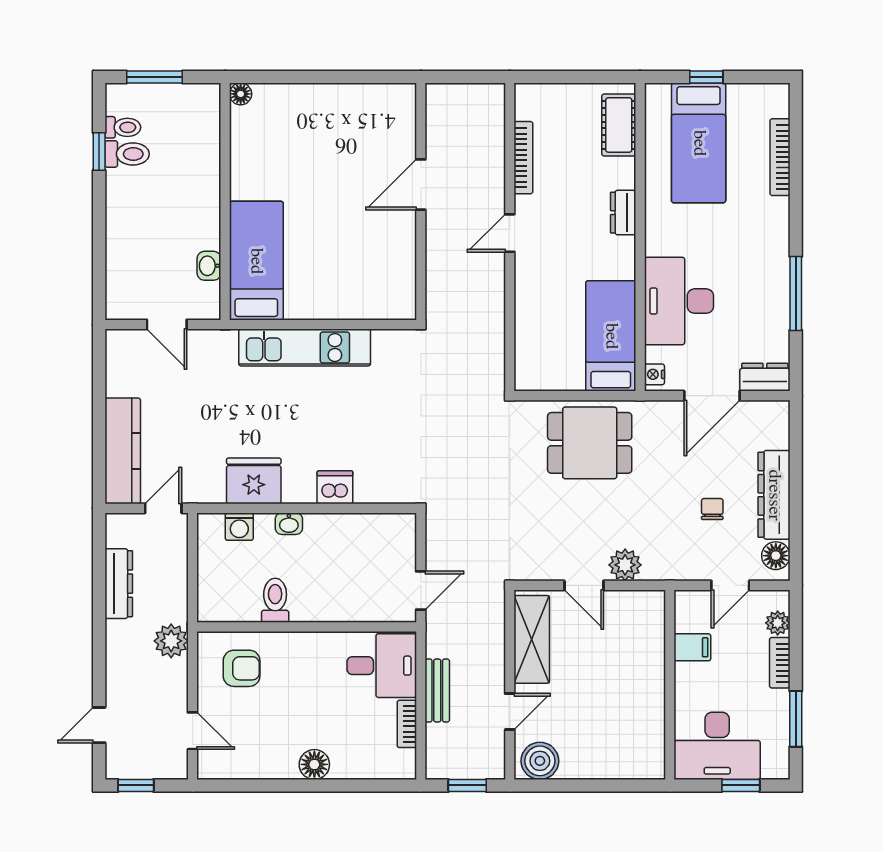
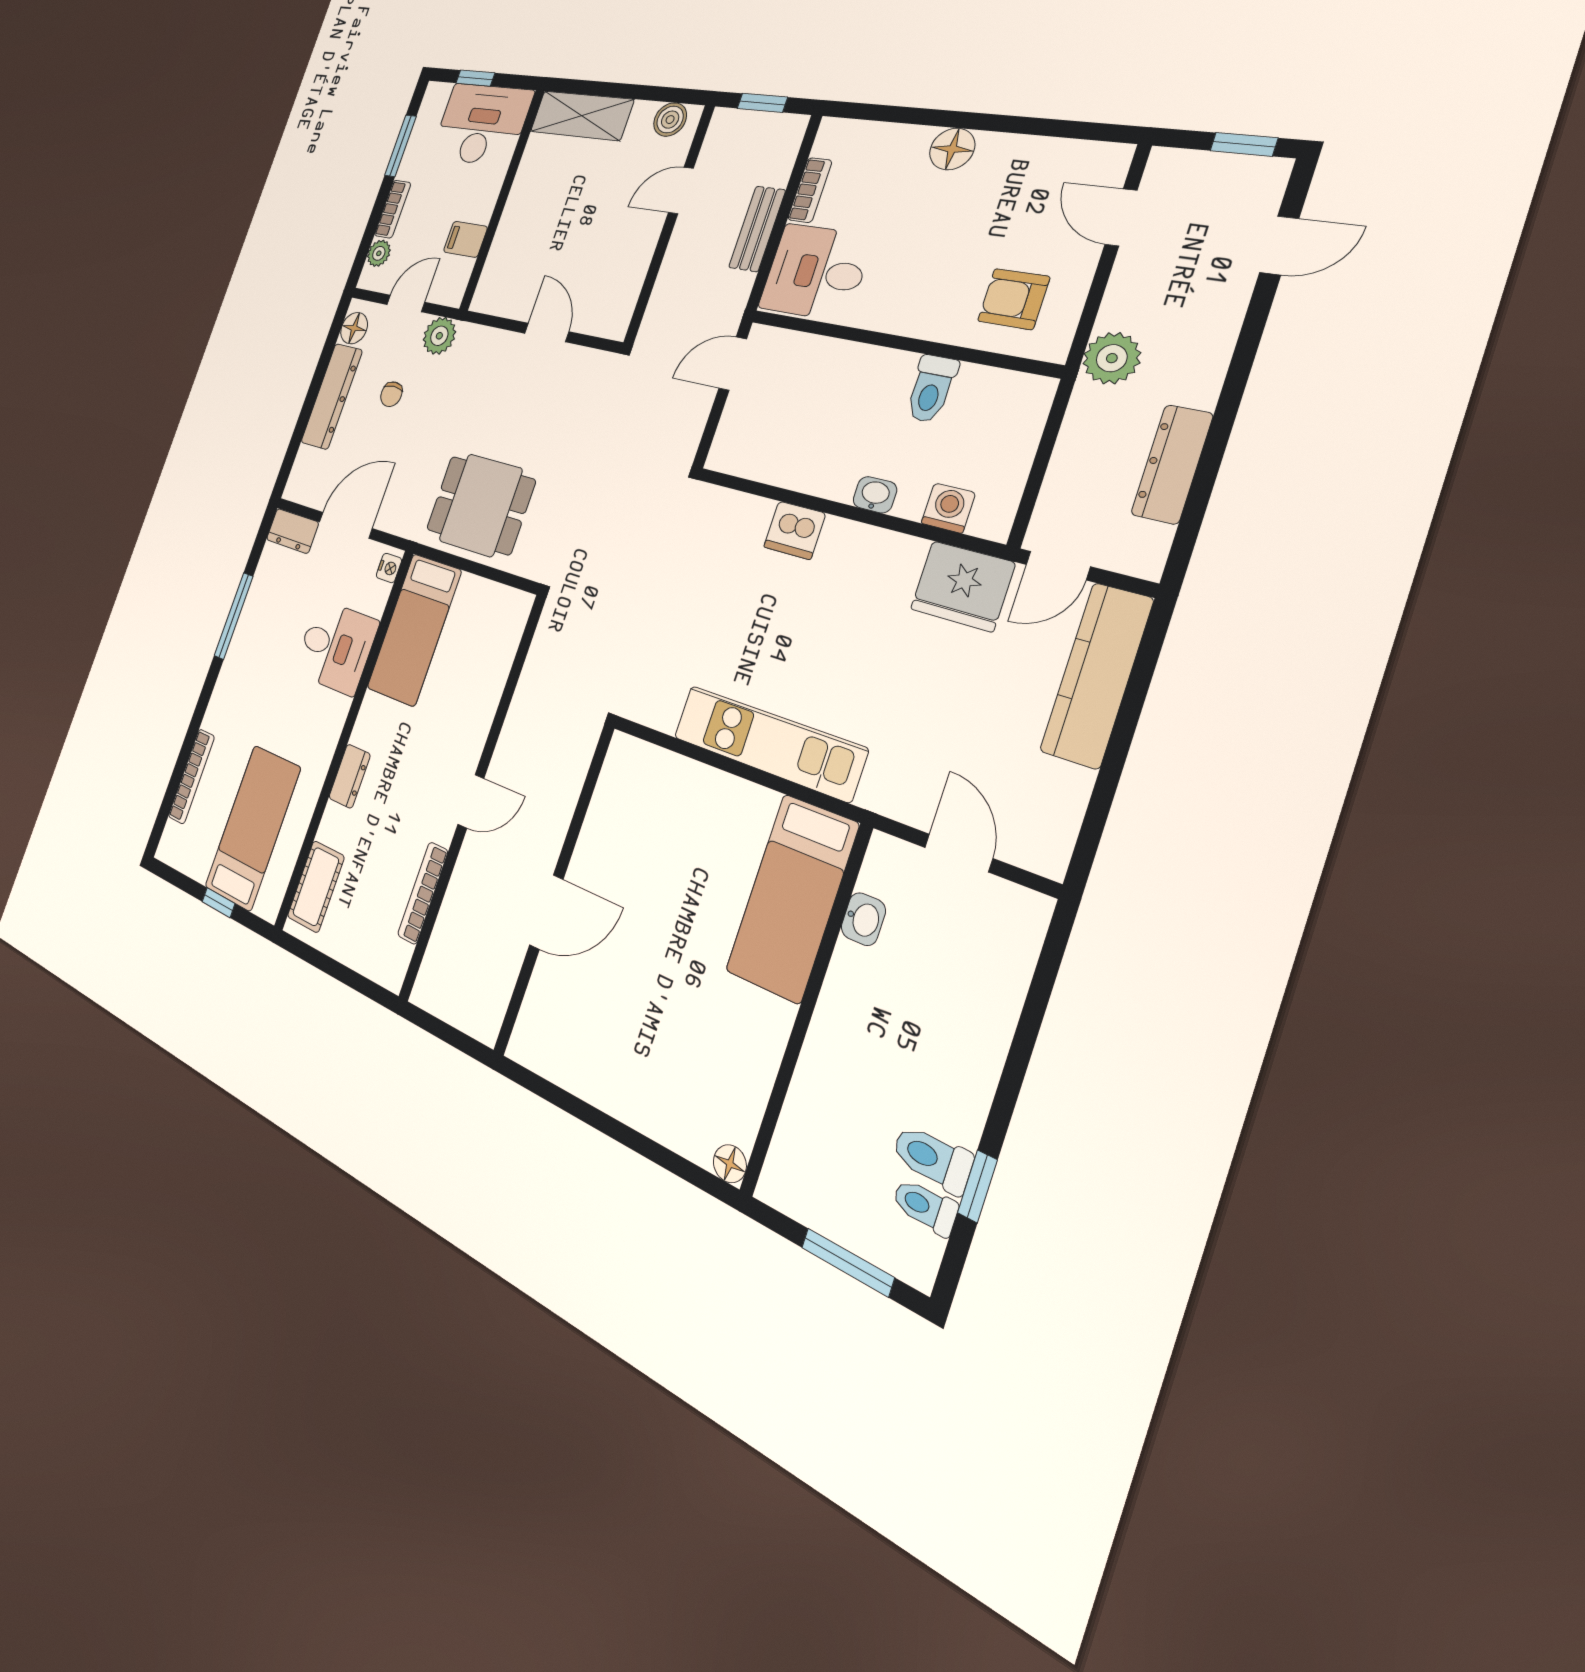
desk: (679, 301) -> (336, 647), width x0.73
fridge: (254, 481) -> (963, 586), moved
plant: (625, 565) -> (439, 336), moved
shelving: (532, 639) -> (582, 116), moved, turned 90
boiler: (540, 761) -> (670, 120), width x0.73, depth x0.73

